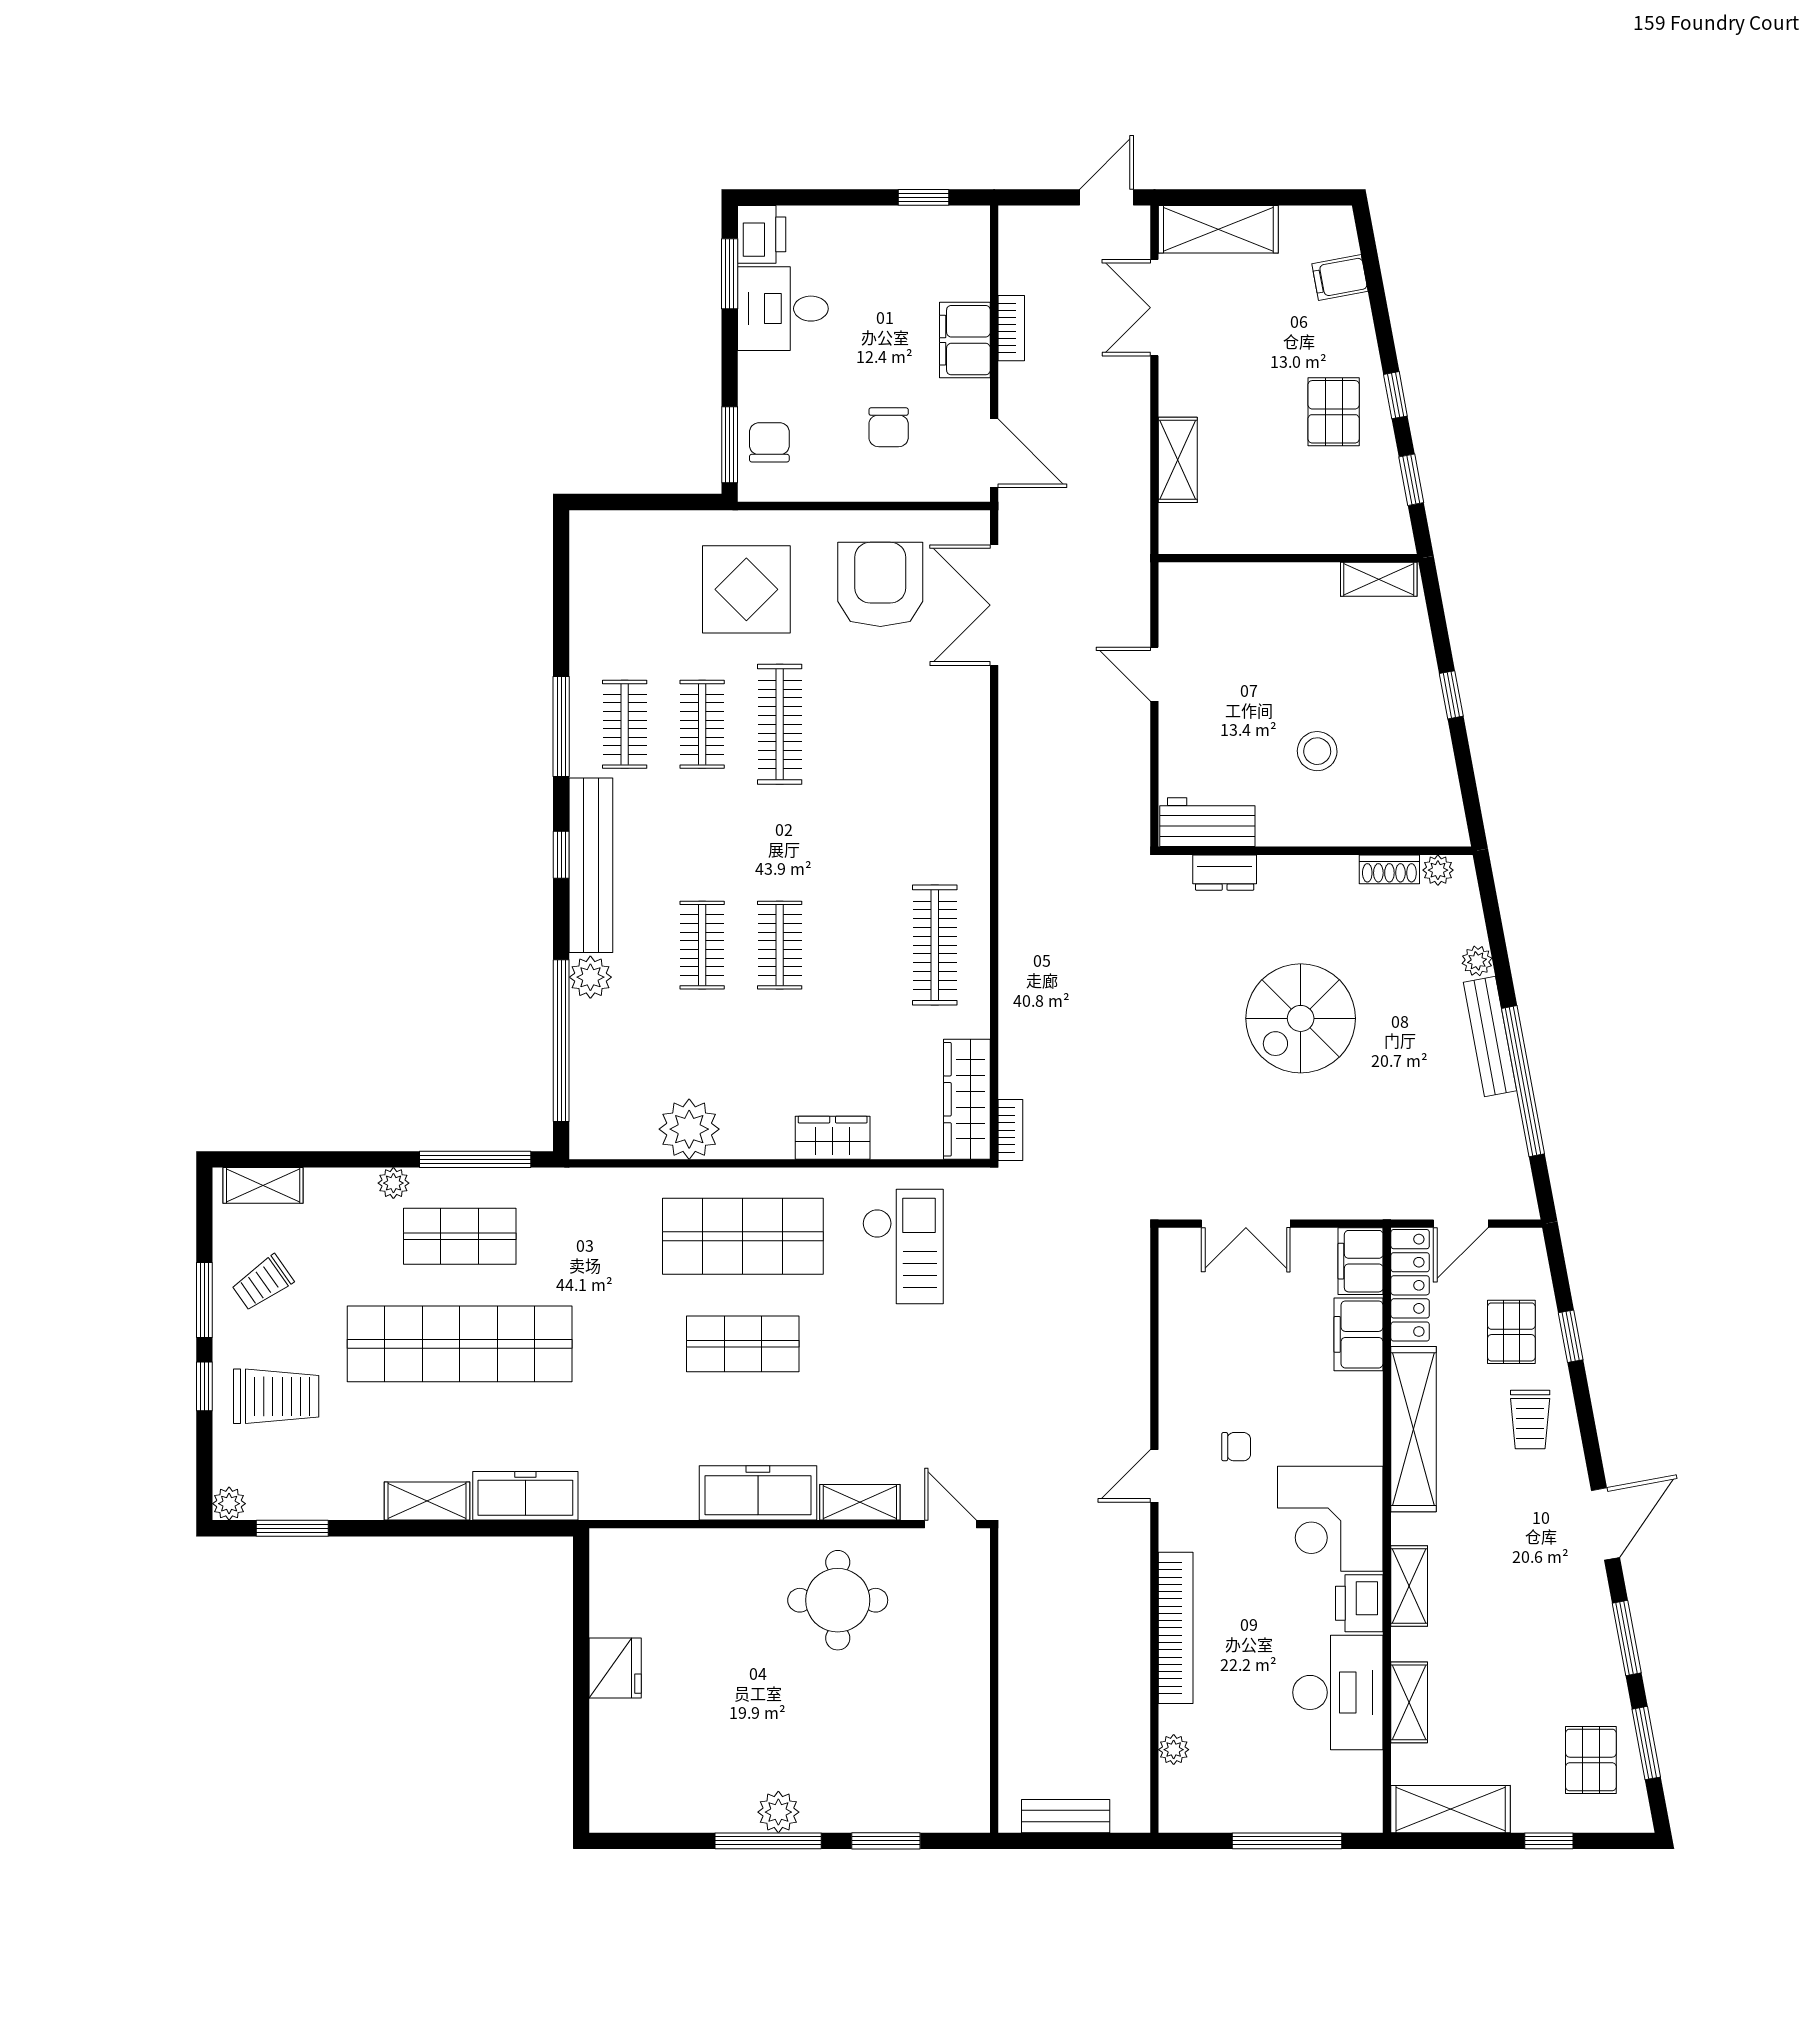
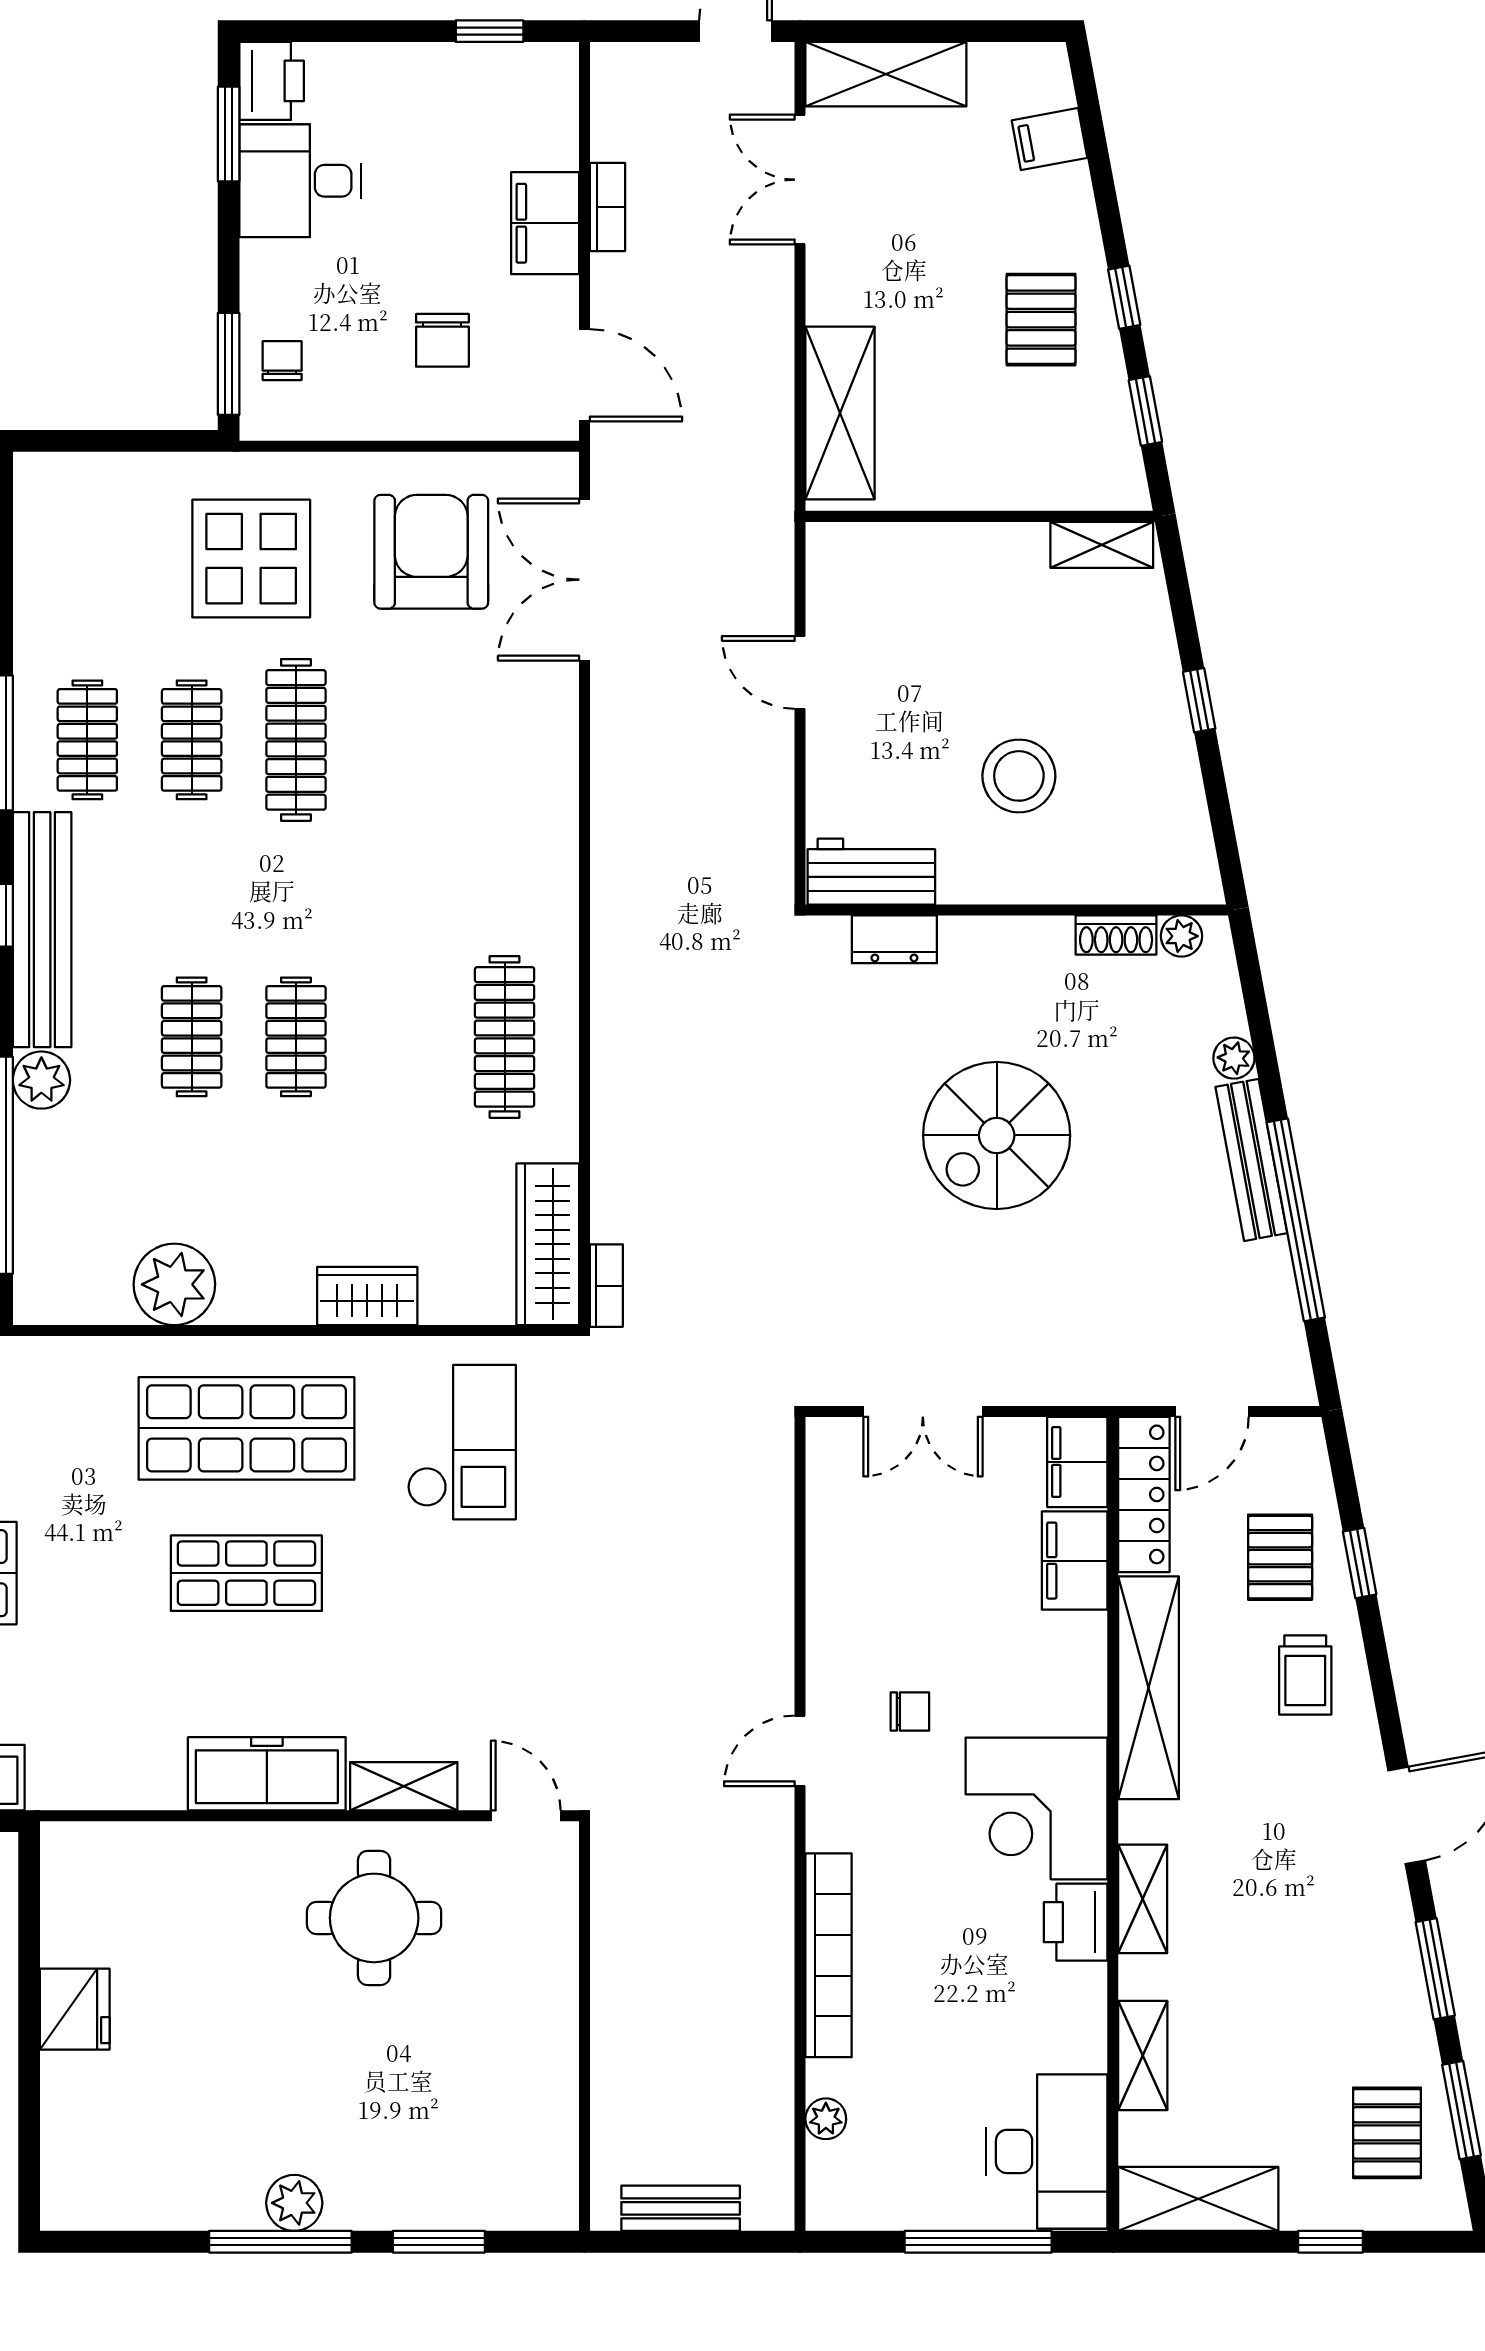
chair: (769, 442) -> (282, 361), width x0.73, depth x0.73
shelving: (1178, 460) -> (840, 413), width x1.50, depth x1.33
stool: (1317, 751) -> (1019, 776), width x1.38, depth x1.38
desk: (1338, 1692) -> (1047, 2151), moved

